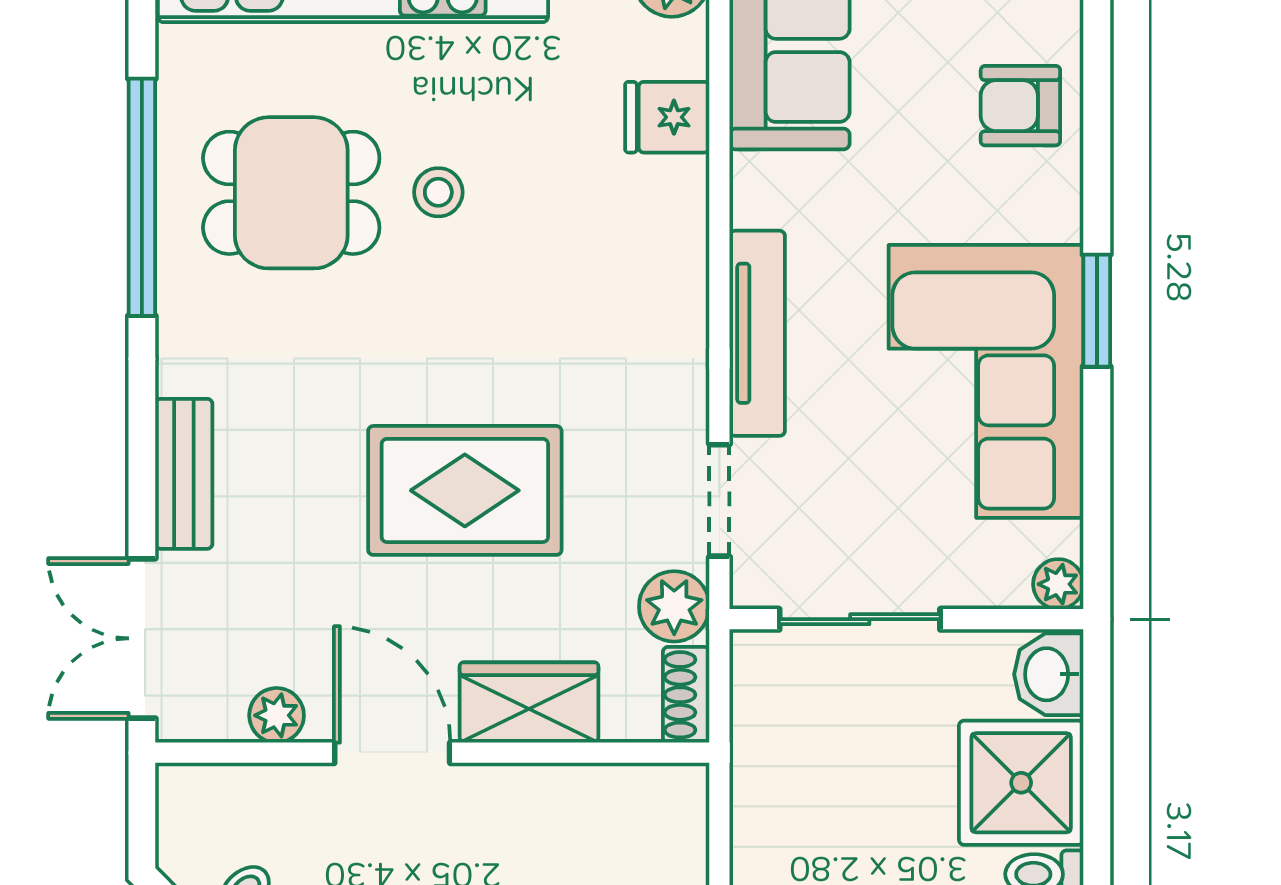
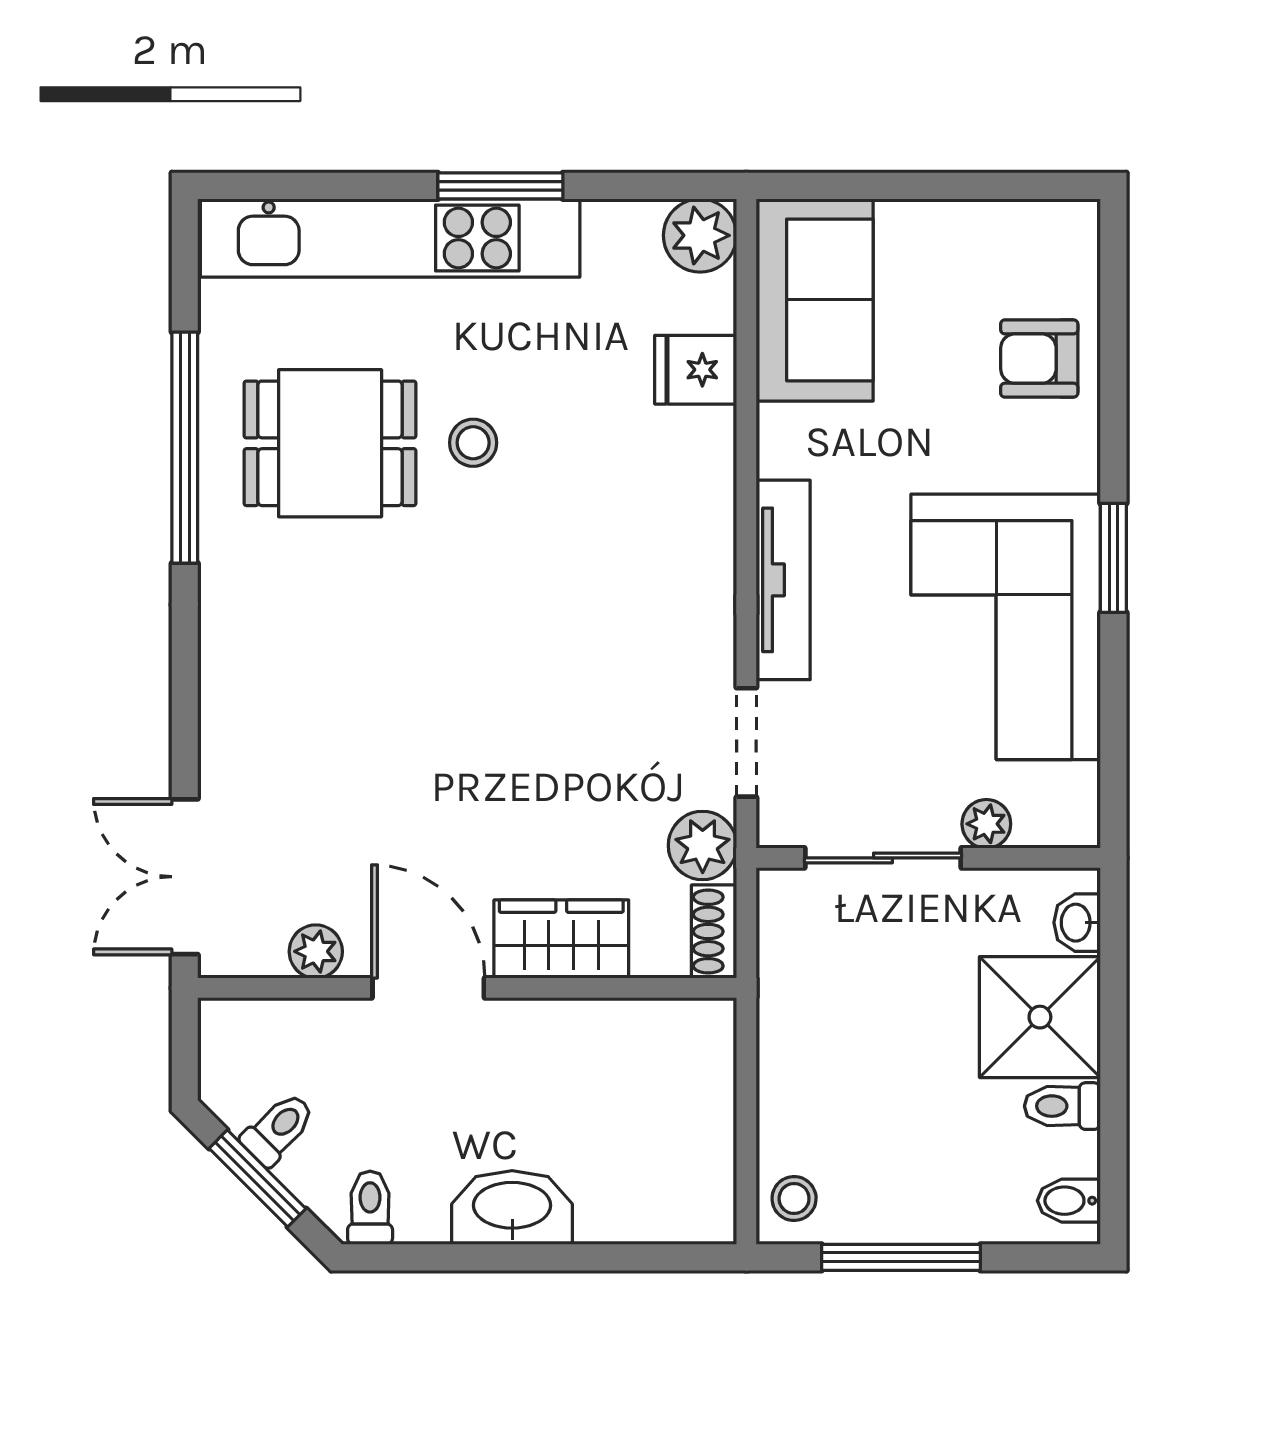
bench: (184, 474) -> (226, 717), removed
rug: (465, 490) -> (499, 733), removed
plant: (1058, 584) -> (986, 824), moved
washbasin: (1049, 674) -> (1077, 923), width x0.72, depth x0.69

